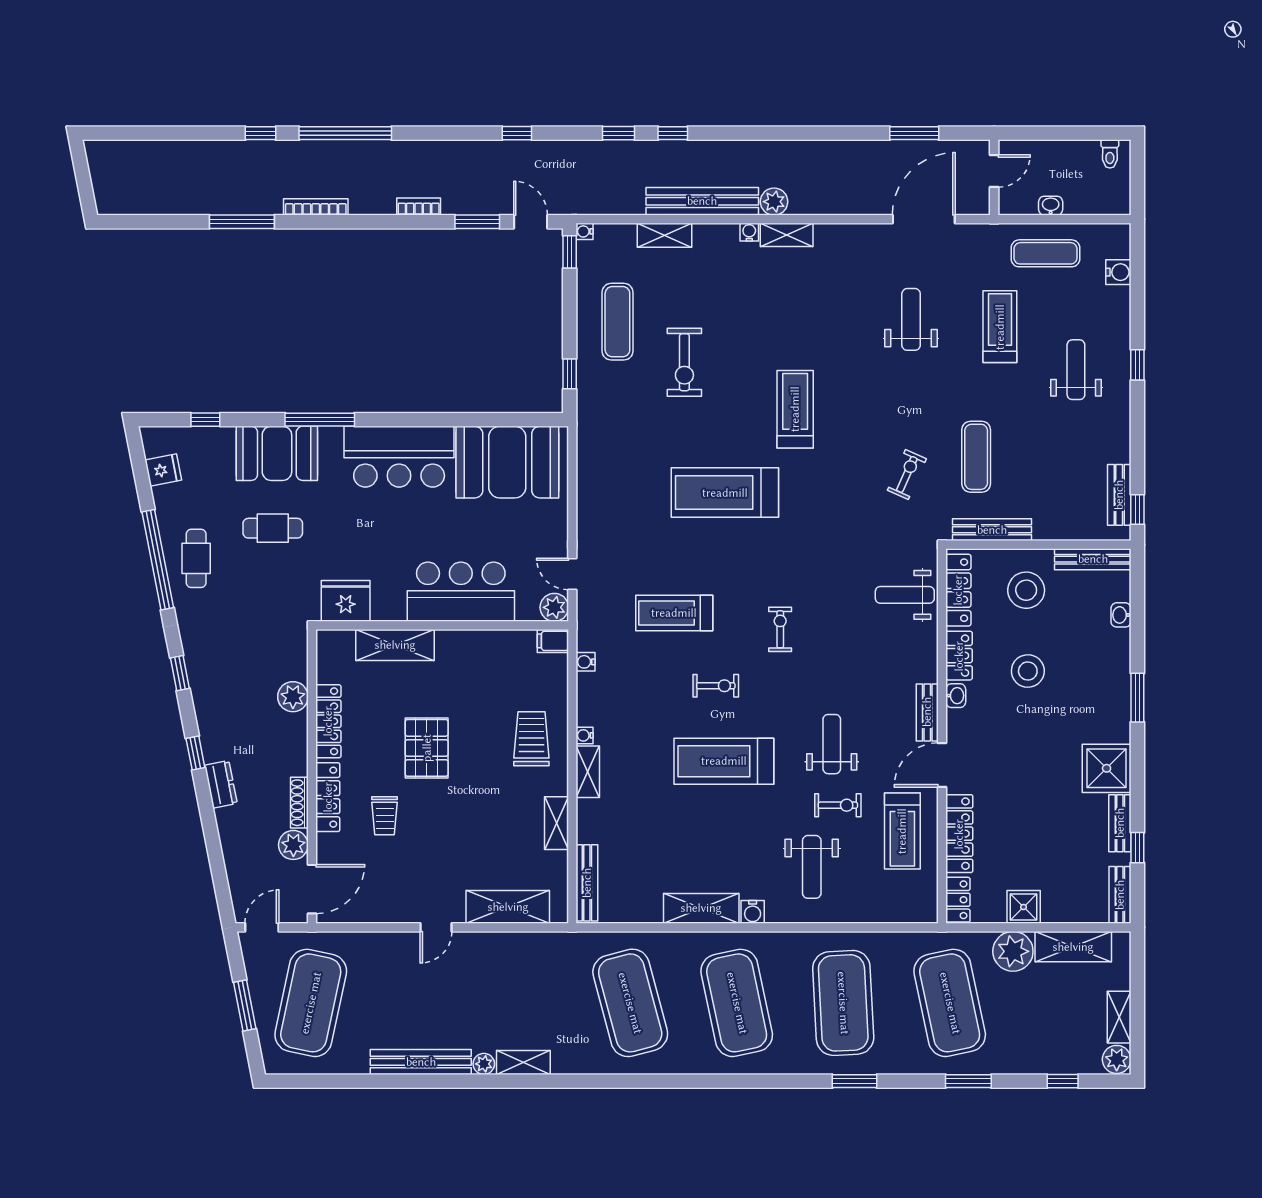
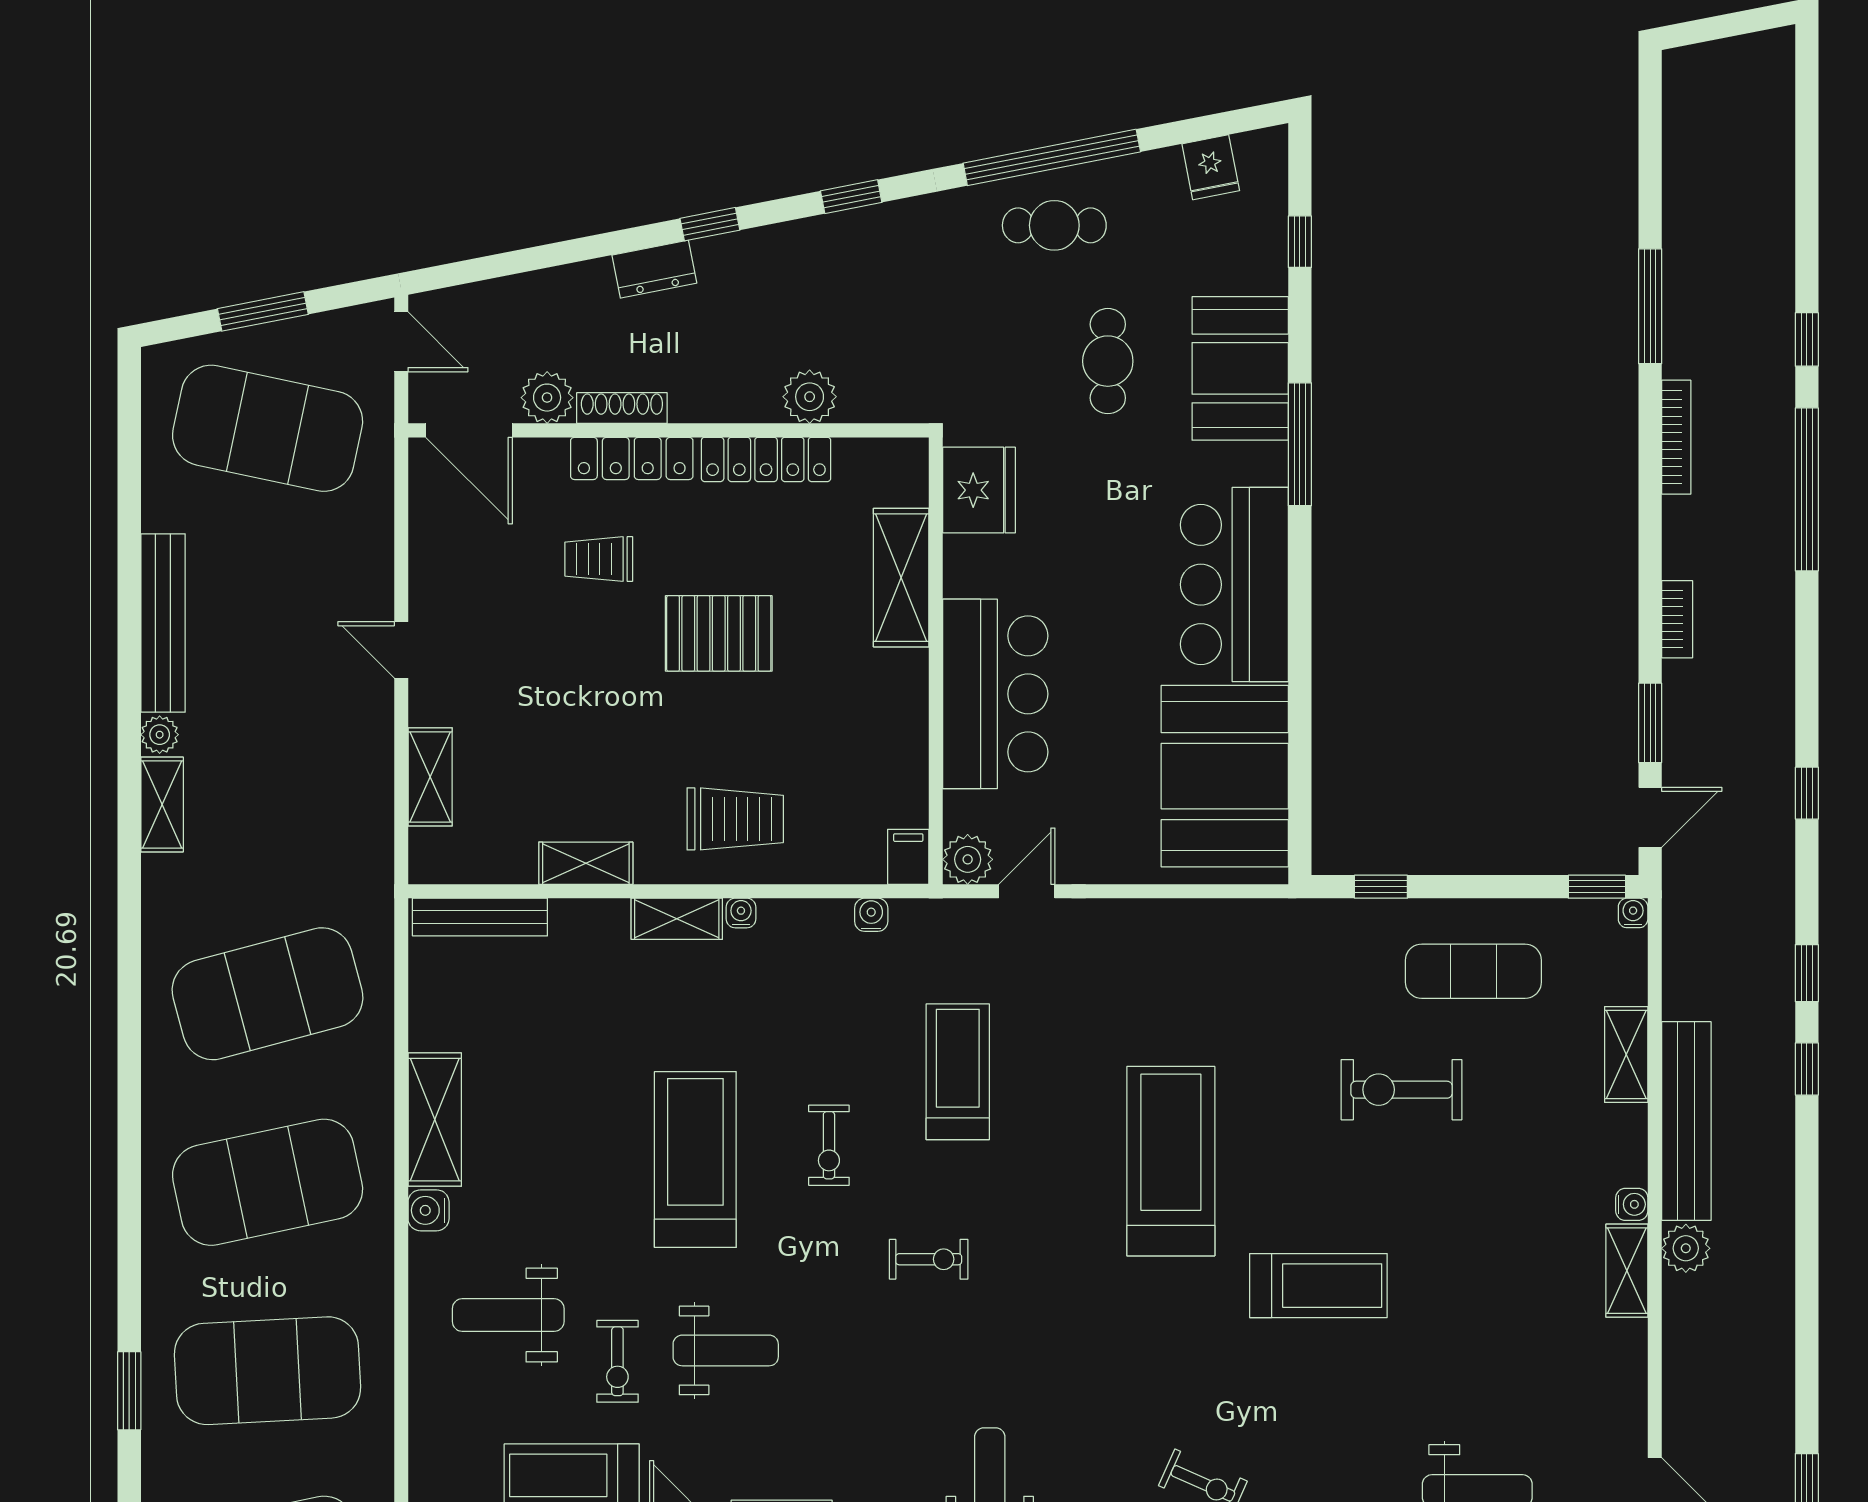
shelving: (508, 907) -> (430, 777), width x0.67, depth x0.75

